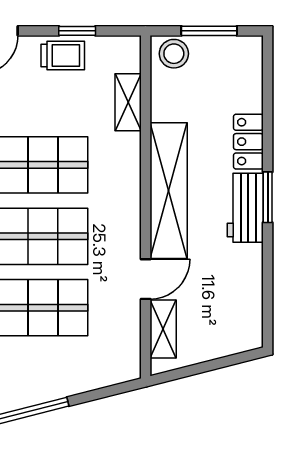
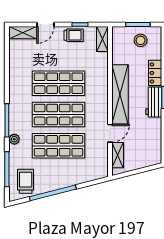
stool: (174, 54) -> (141, 40), moved
shelving: (128, 102) -> (102, 39), moved

